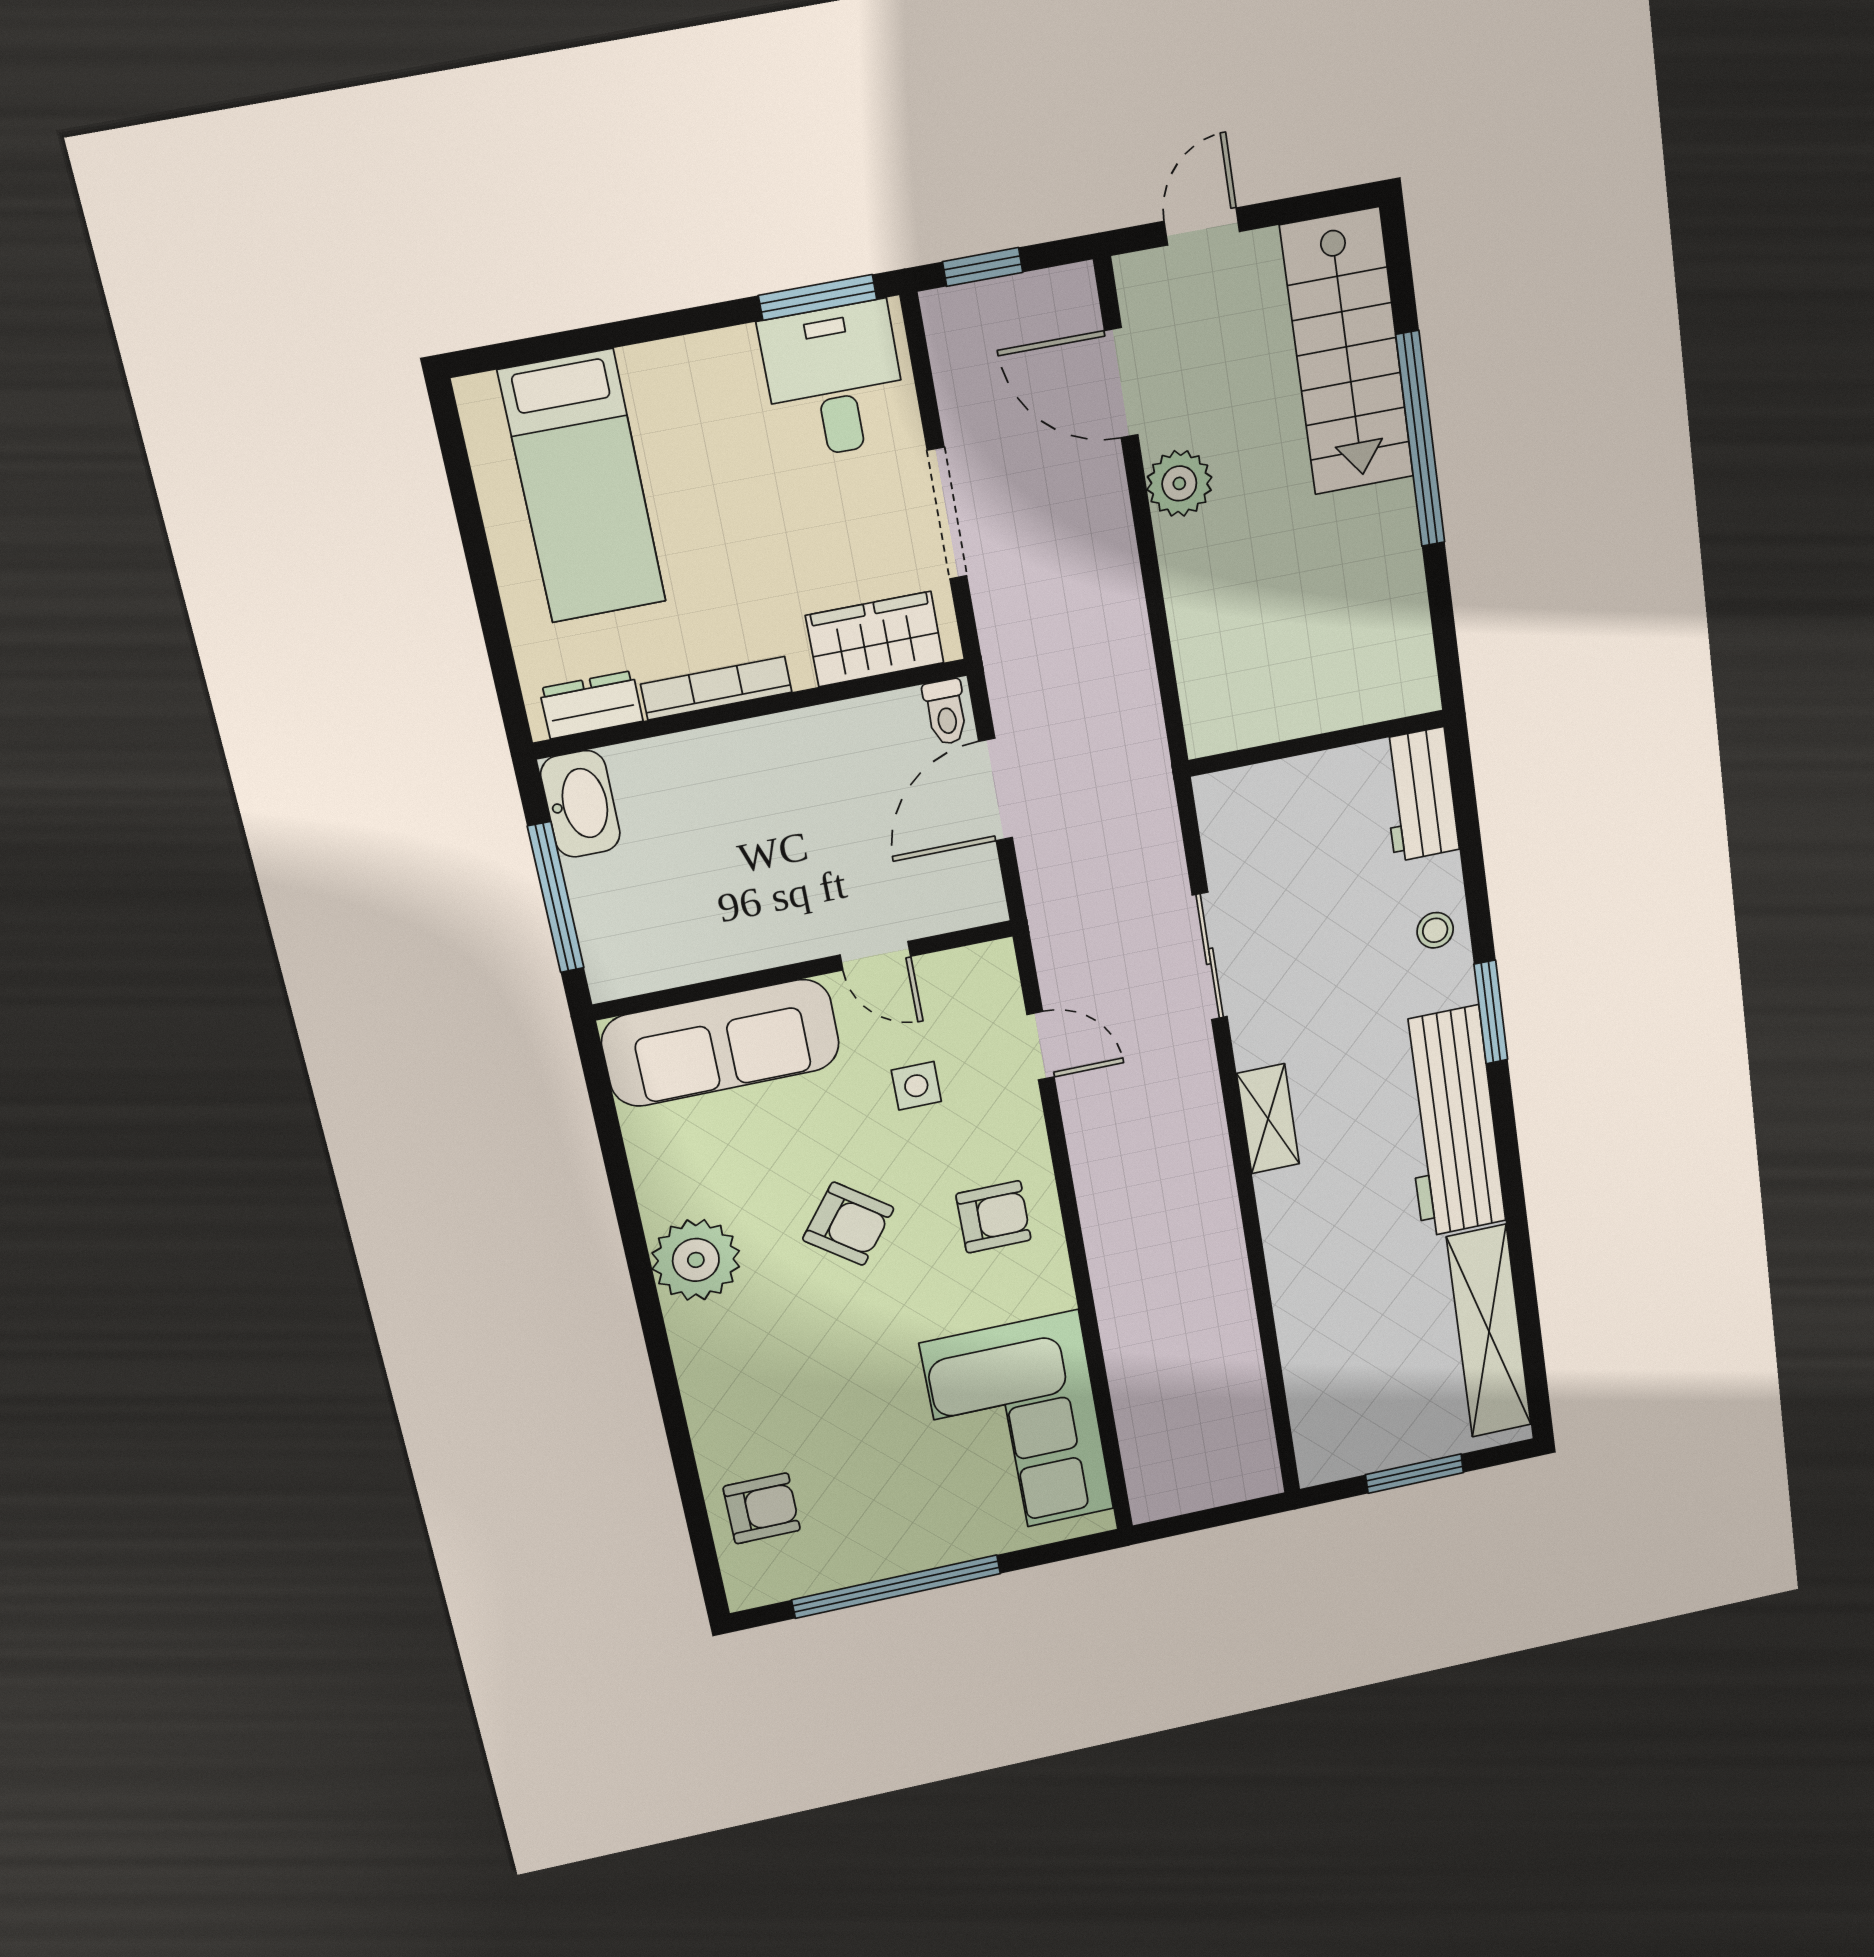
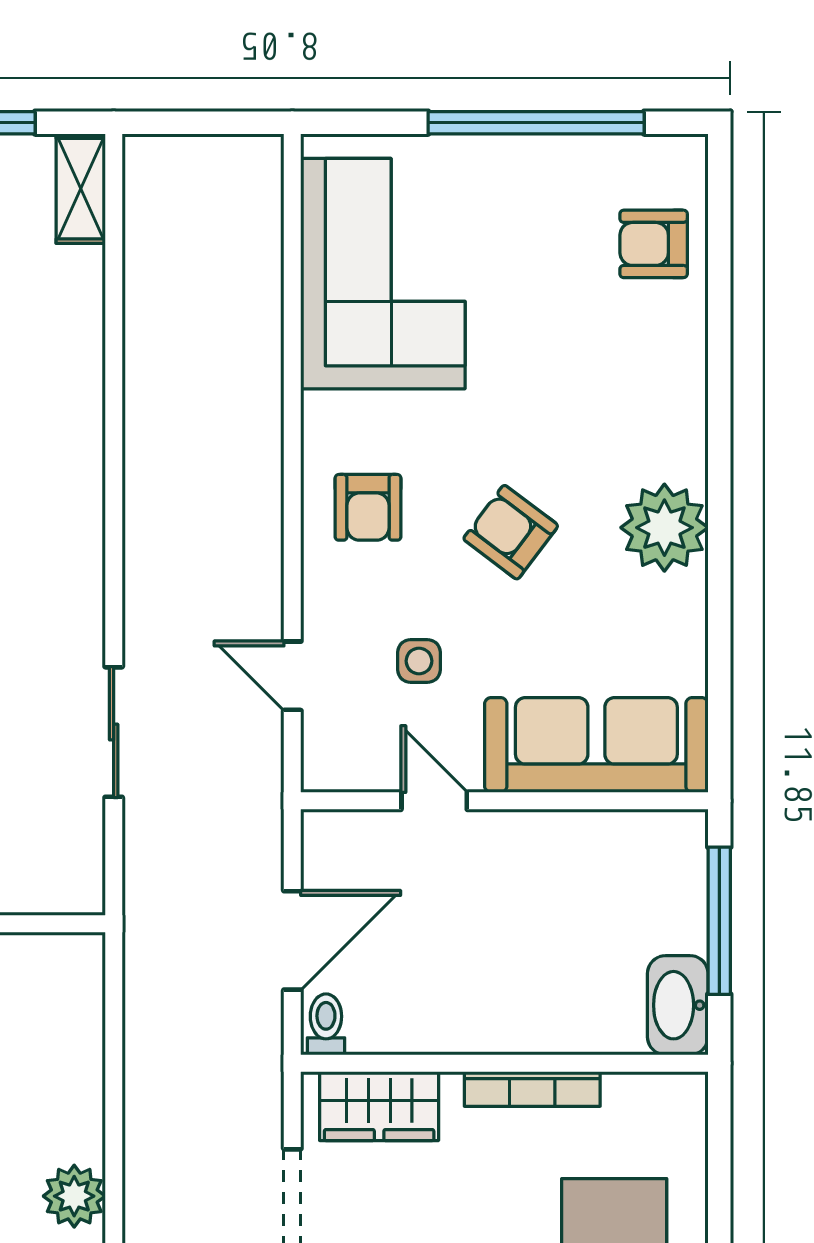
dresser: (591, 705) -> (648, 1096), removed
shelving: (1268, 1119) -> (81, 189), moved
armchair: (994, 1217) -> (368, 507), turned -90

